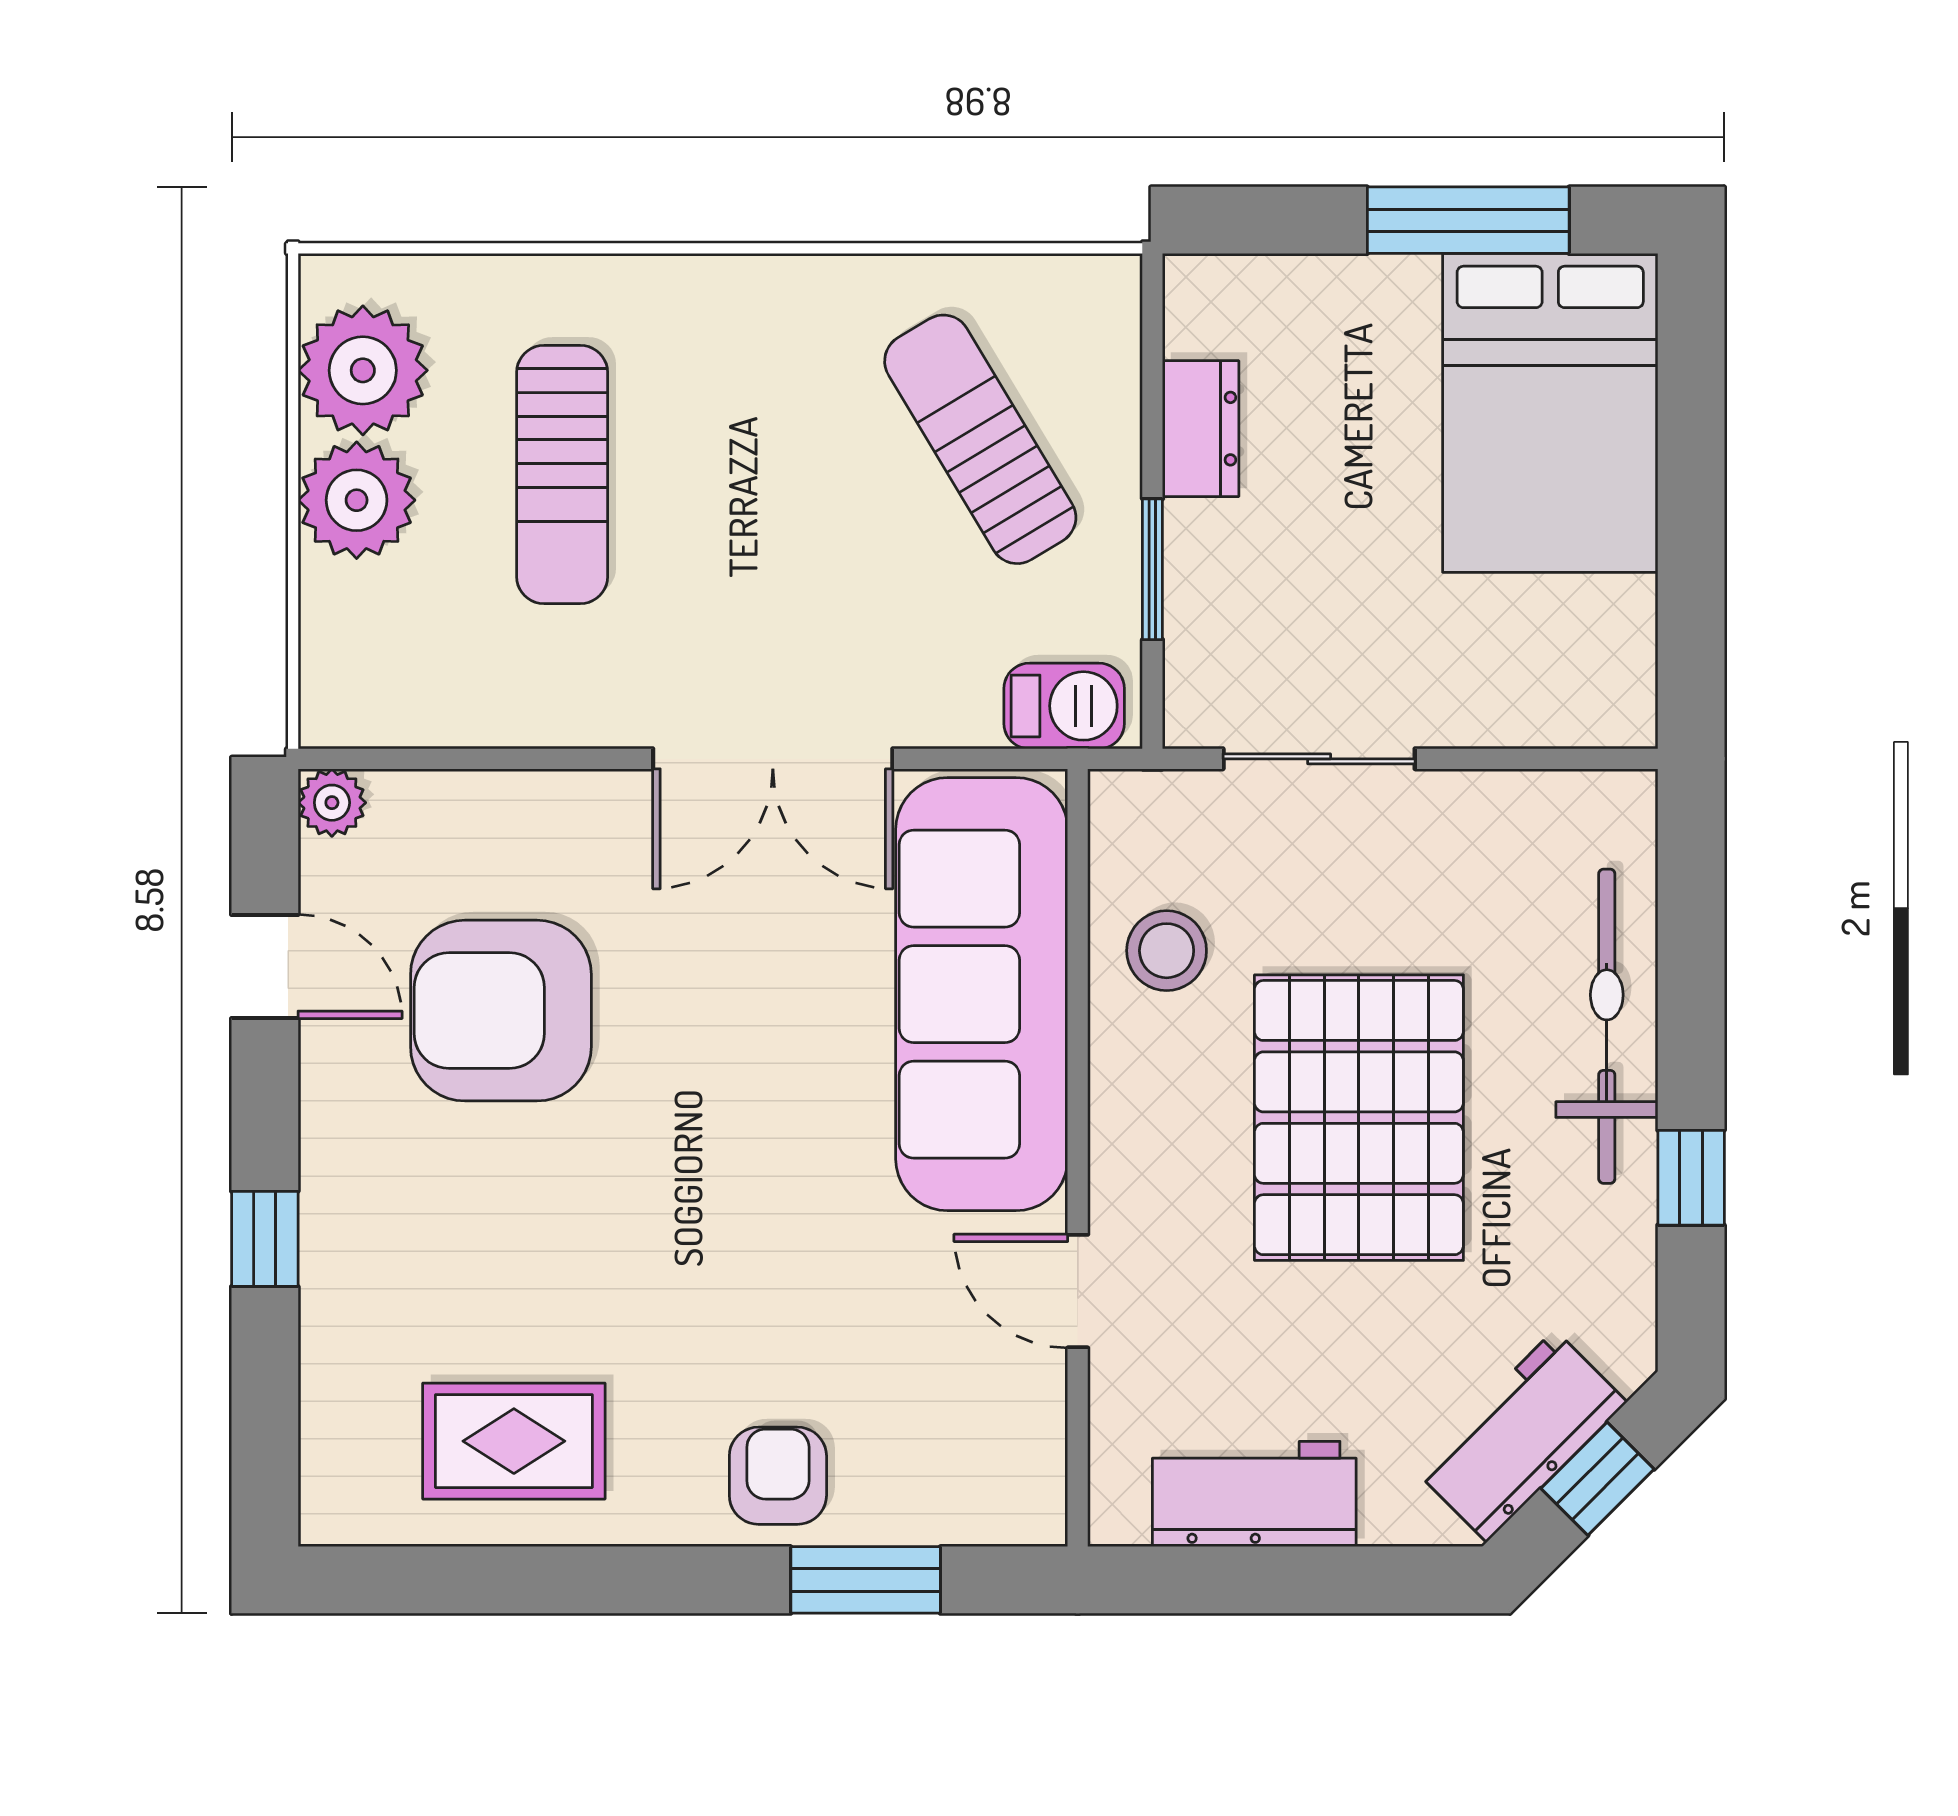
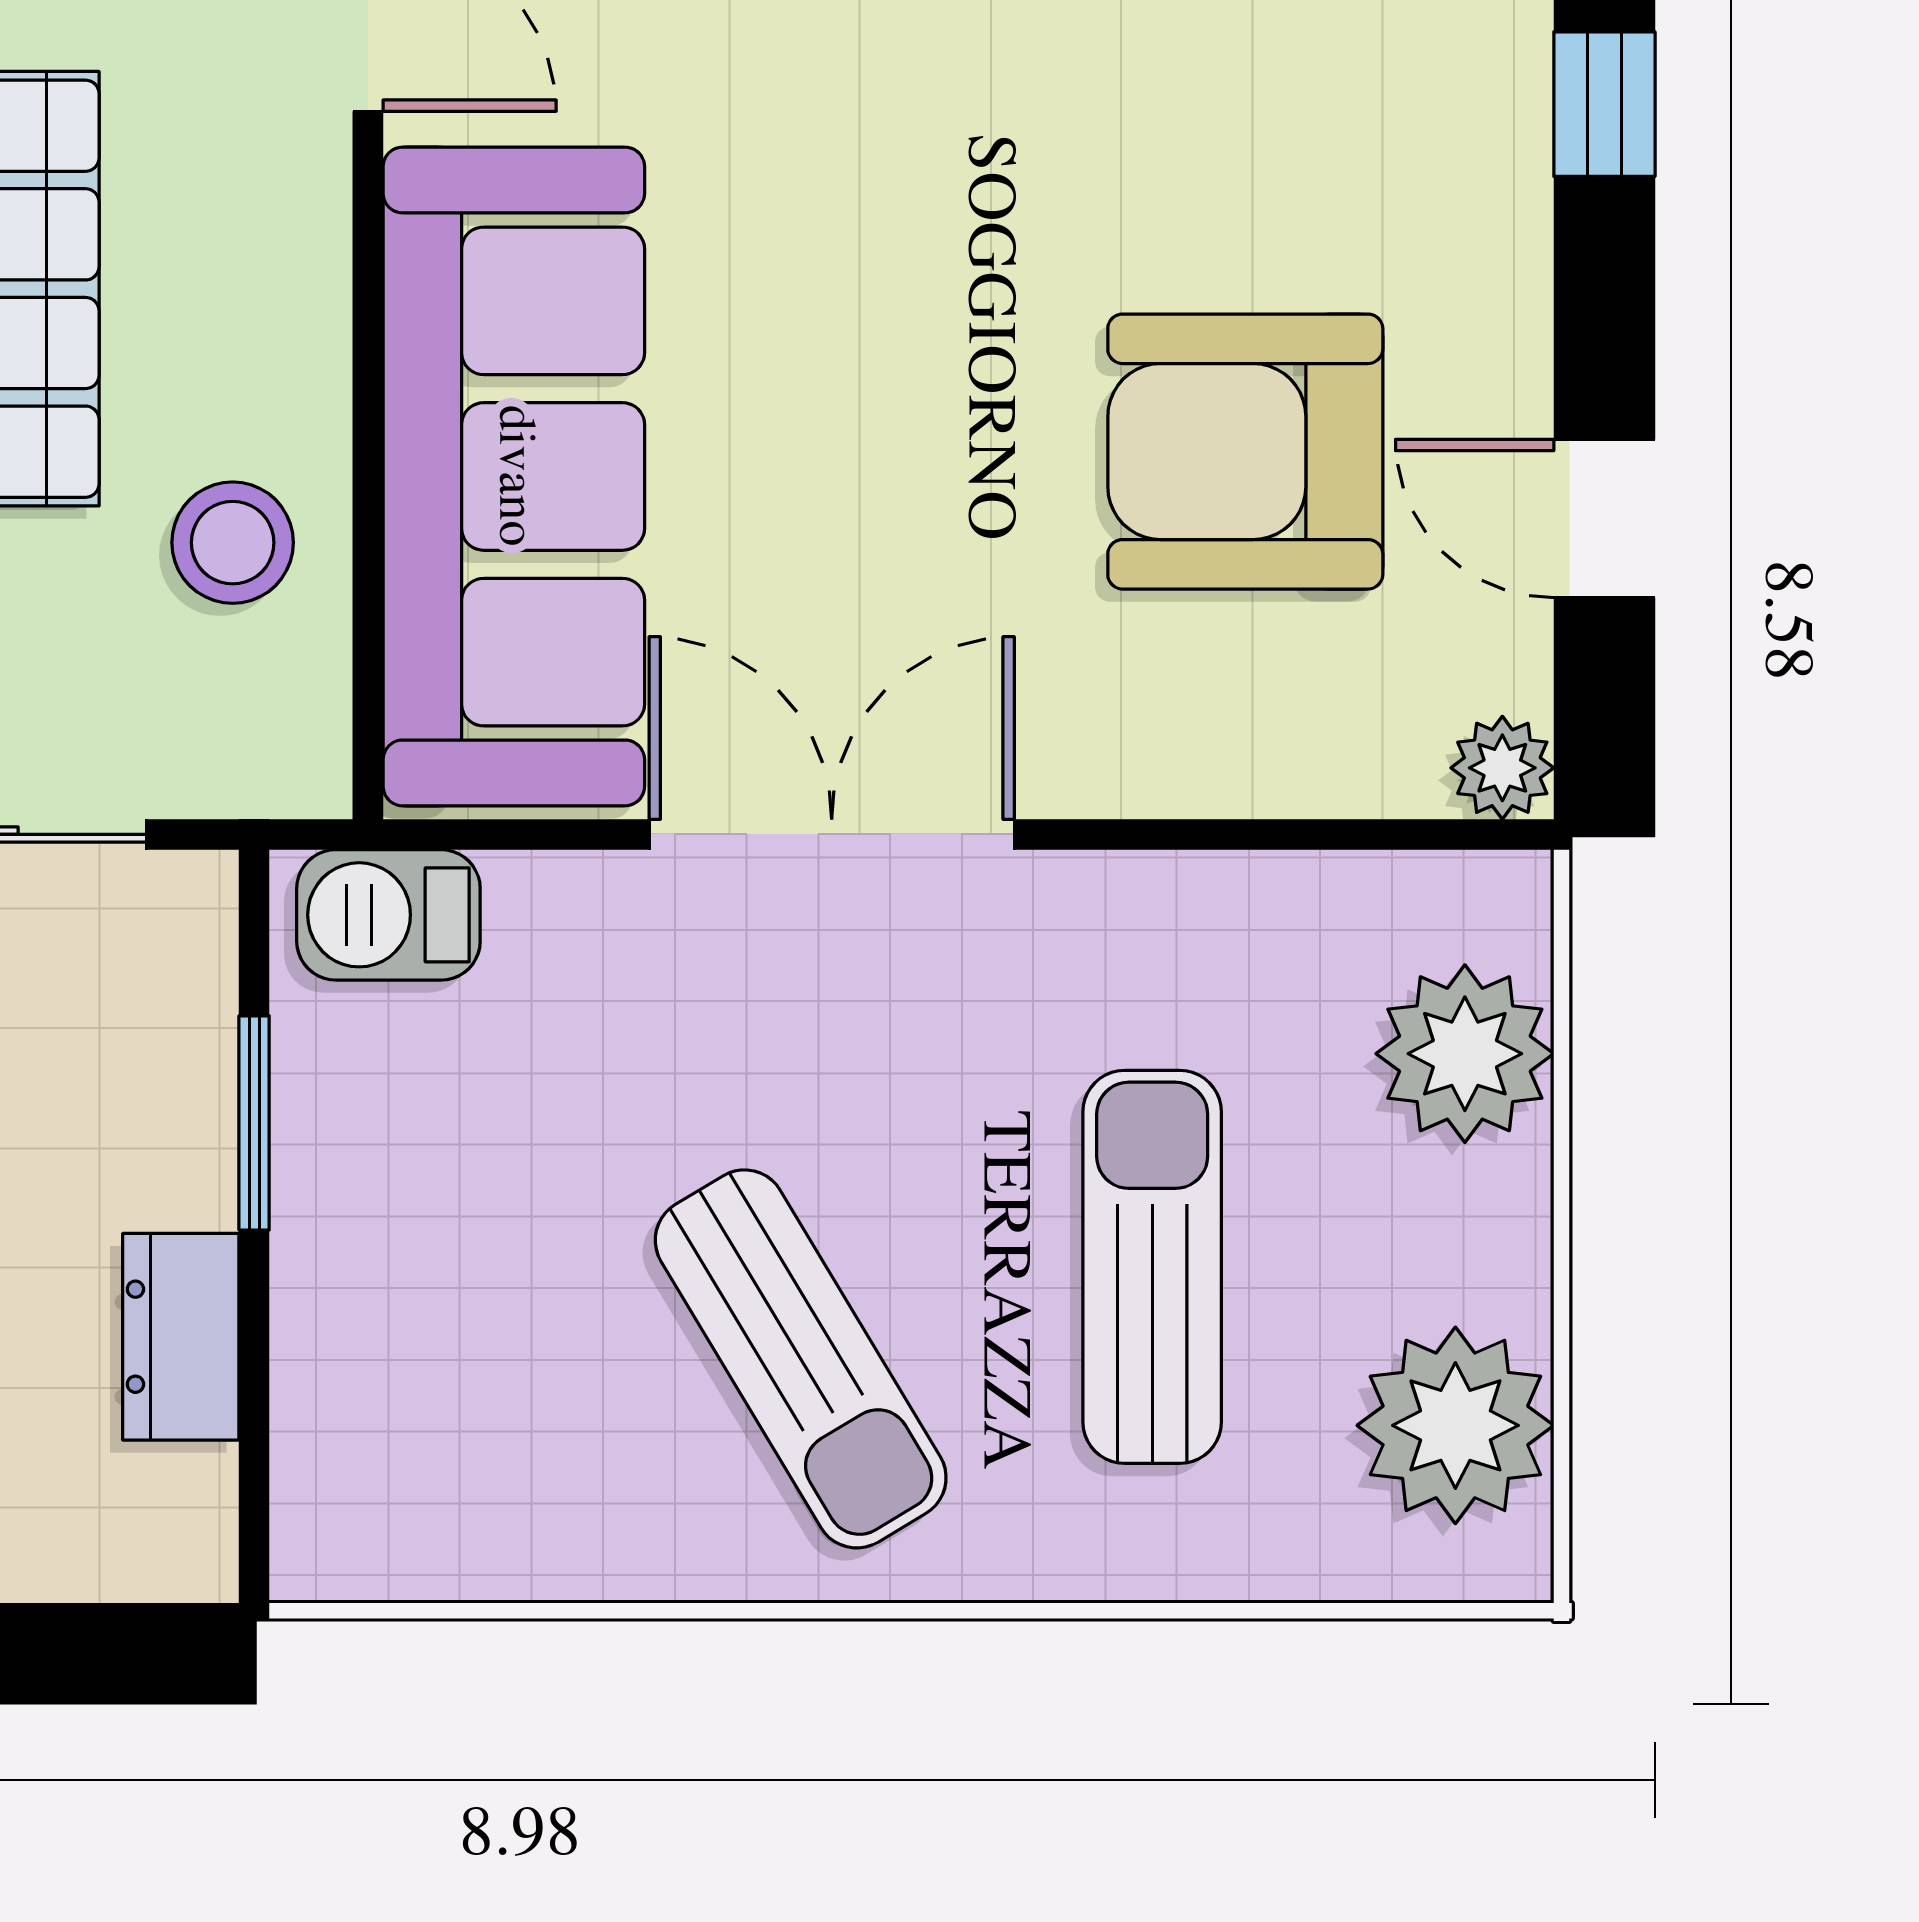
sun lounger: (980, 439) -> (801, 1359), moved
plant: (357, 500) -> (1465, 1054), moved
armchair: (501, 1011) -> (1245, 452), turned 180

